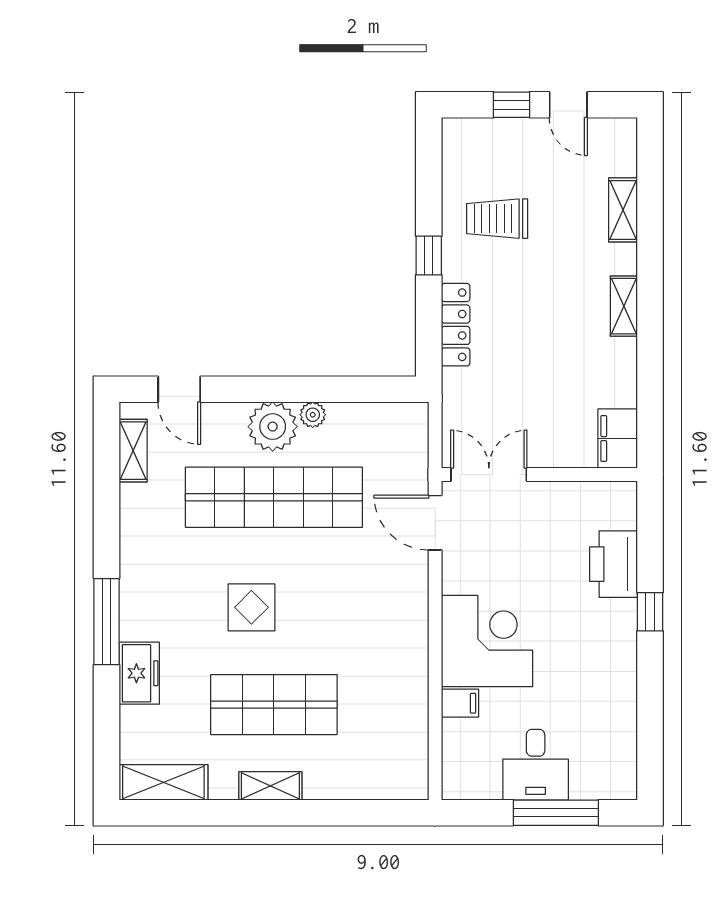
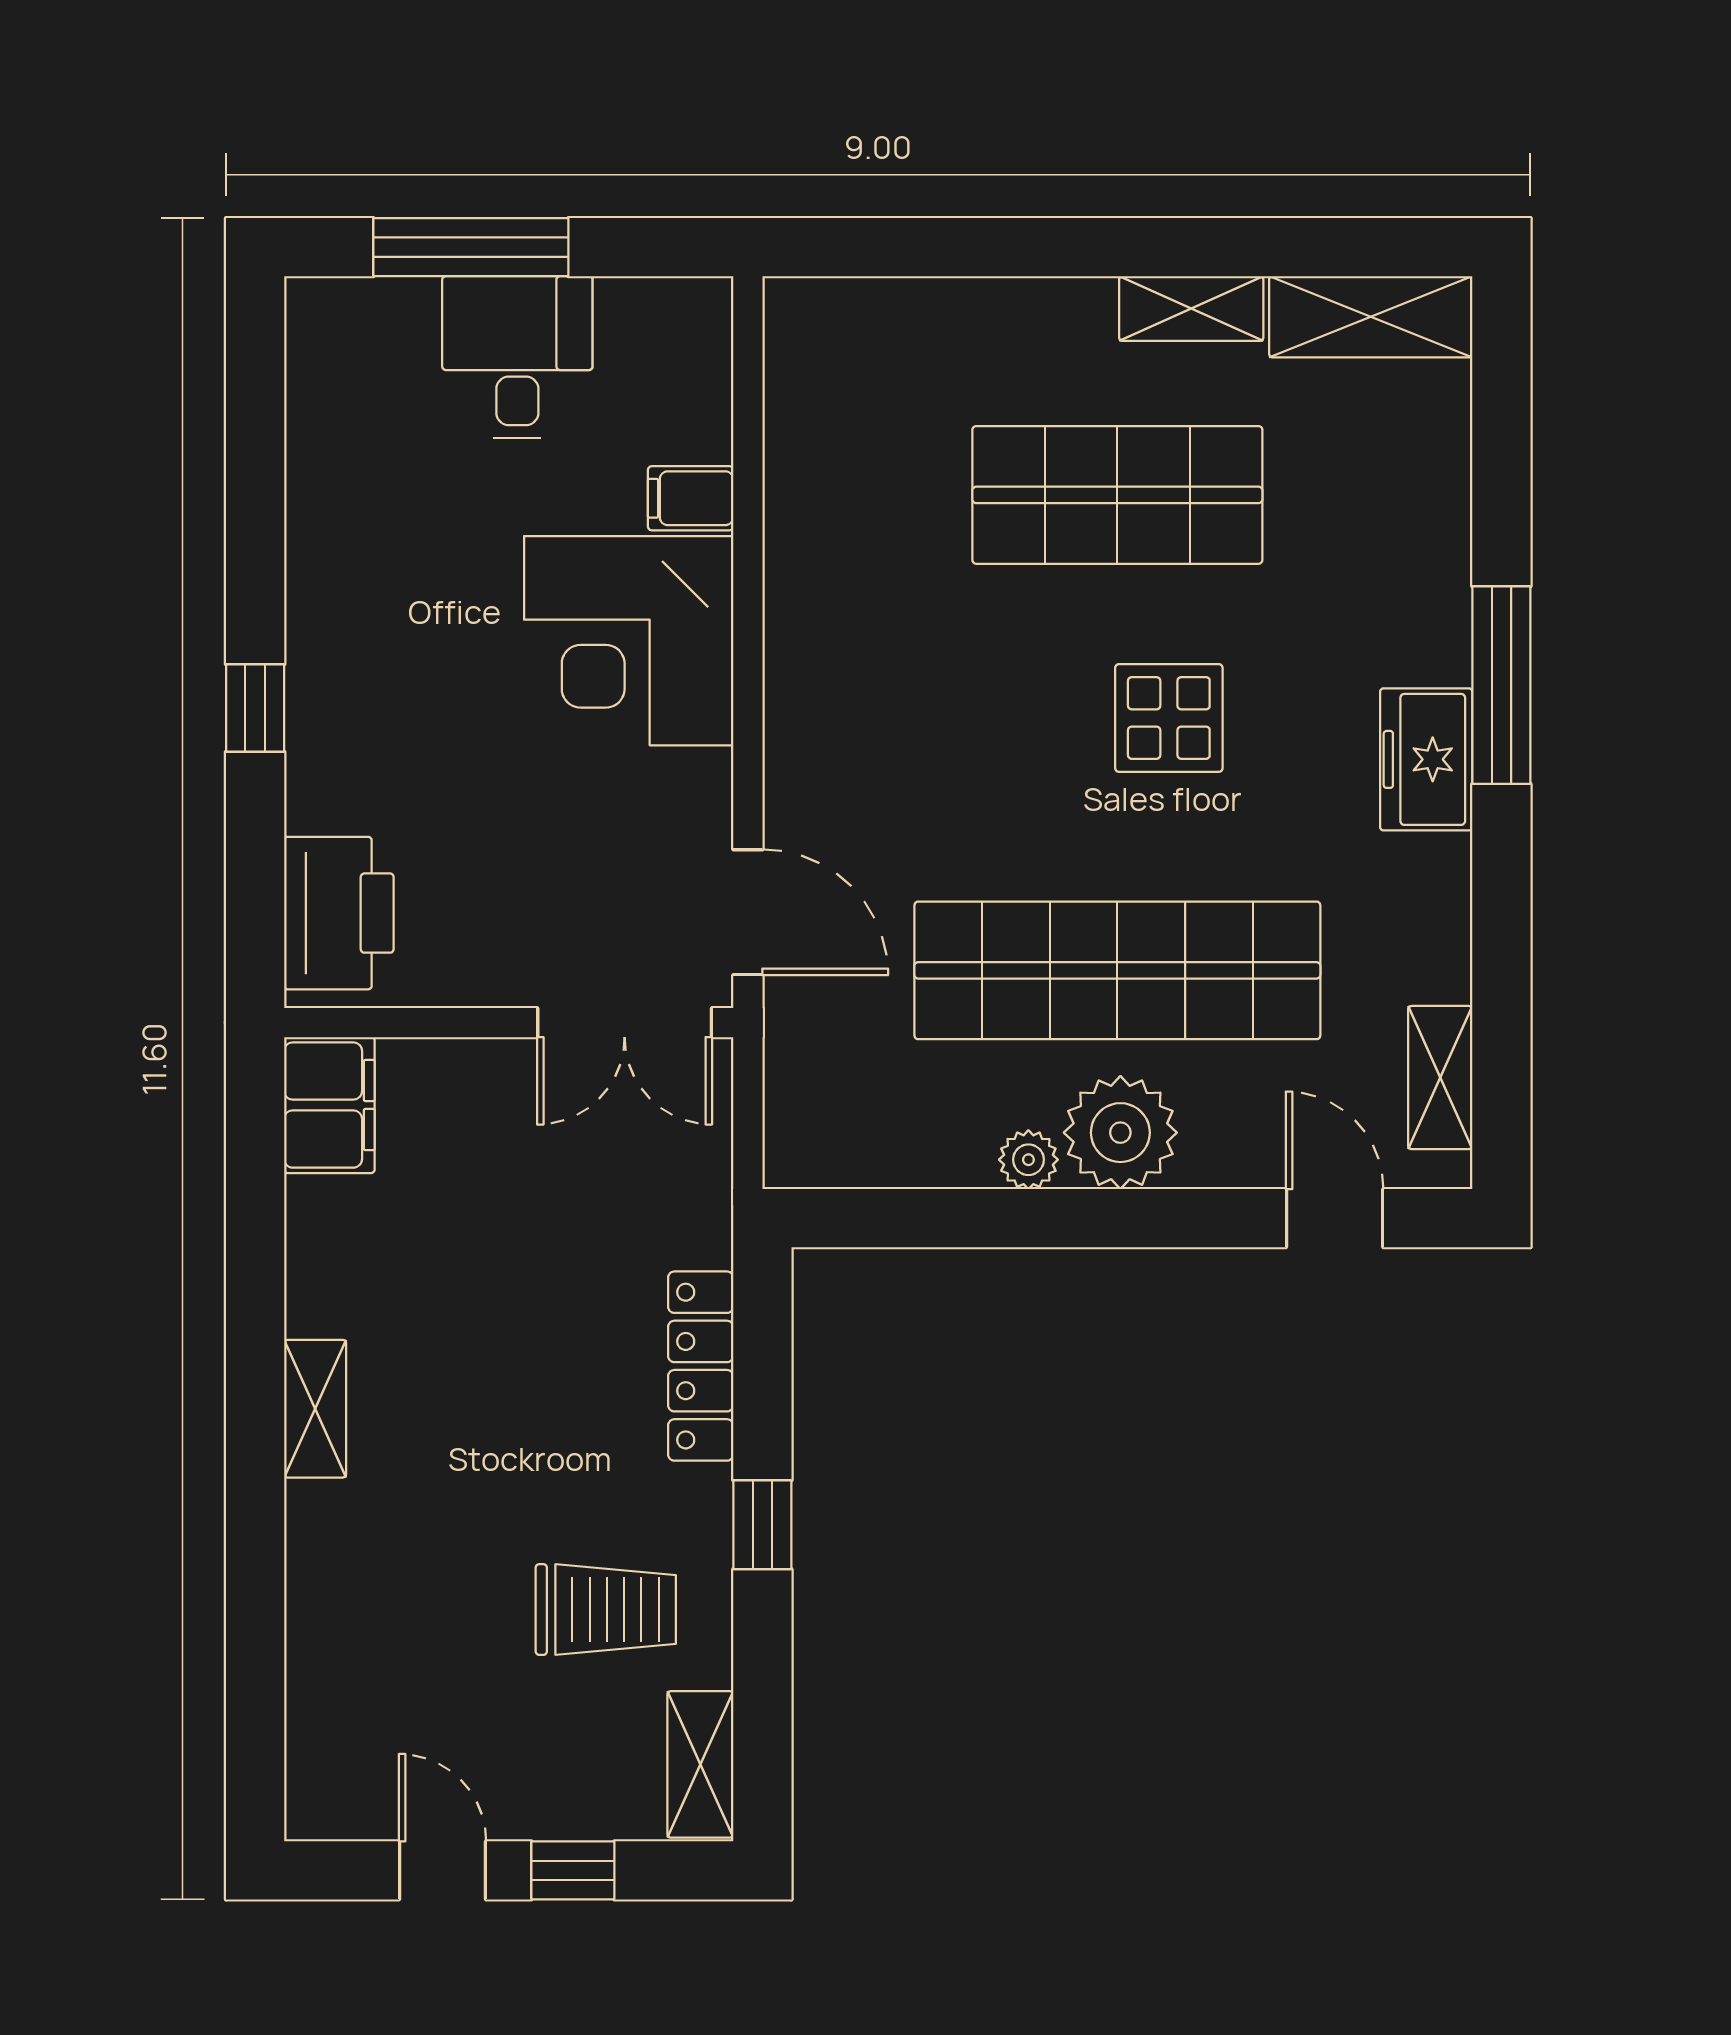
shelving: (623, 210) -> (700, 1764), moved
printer: (613, 564) -> (339, 913), moved
freezer: (139, 673) -> (1426, 759), moved
shelving: (270, 786) -> (1191, 309), moved

